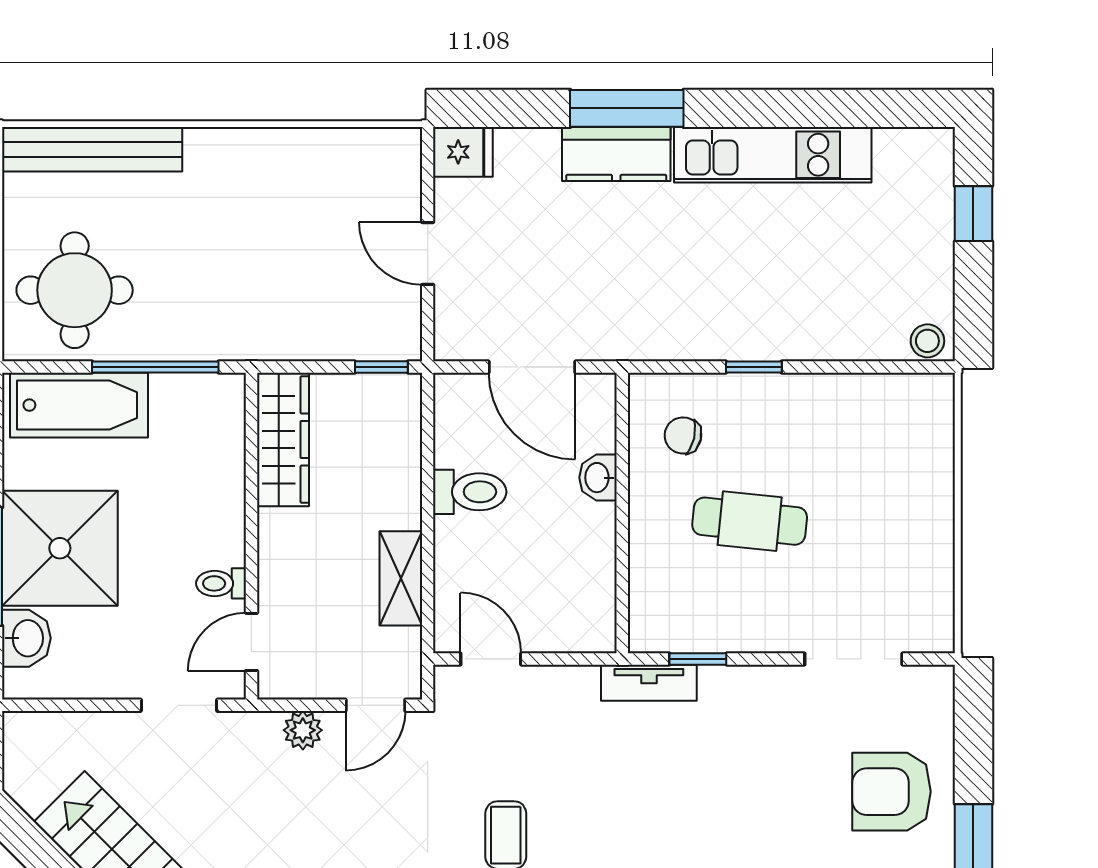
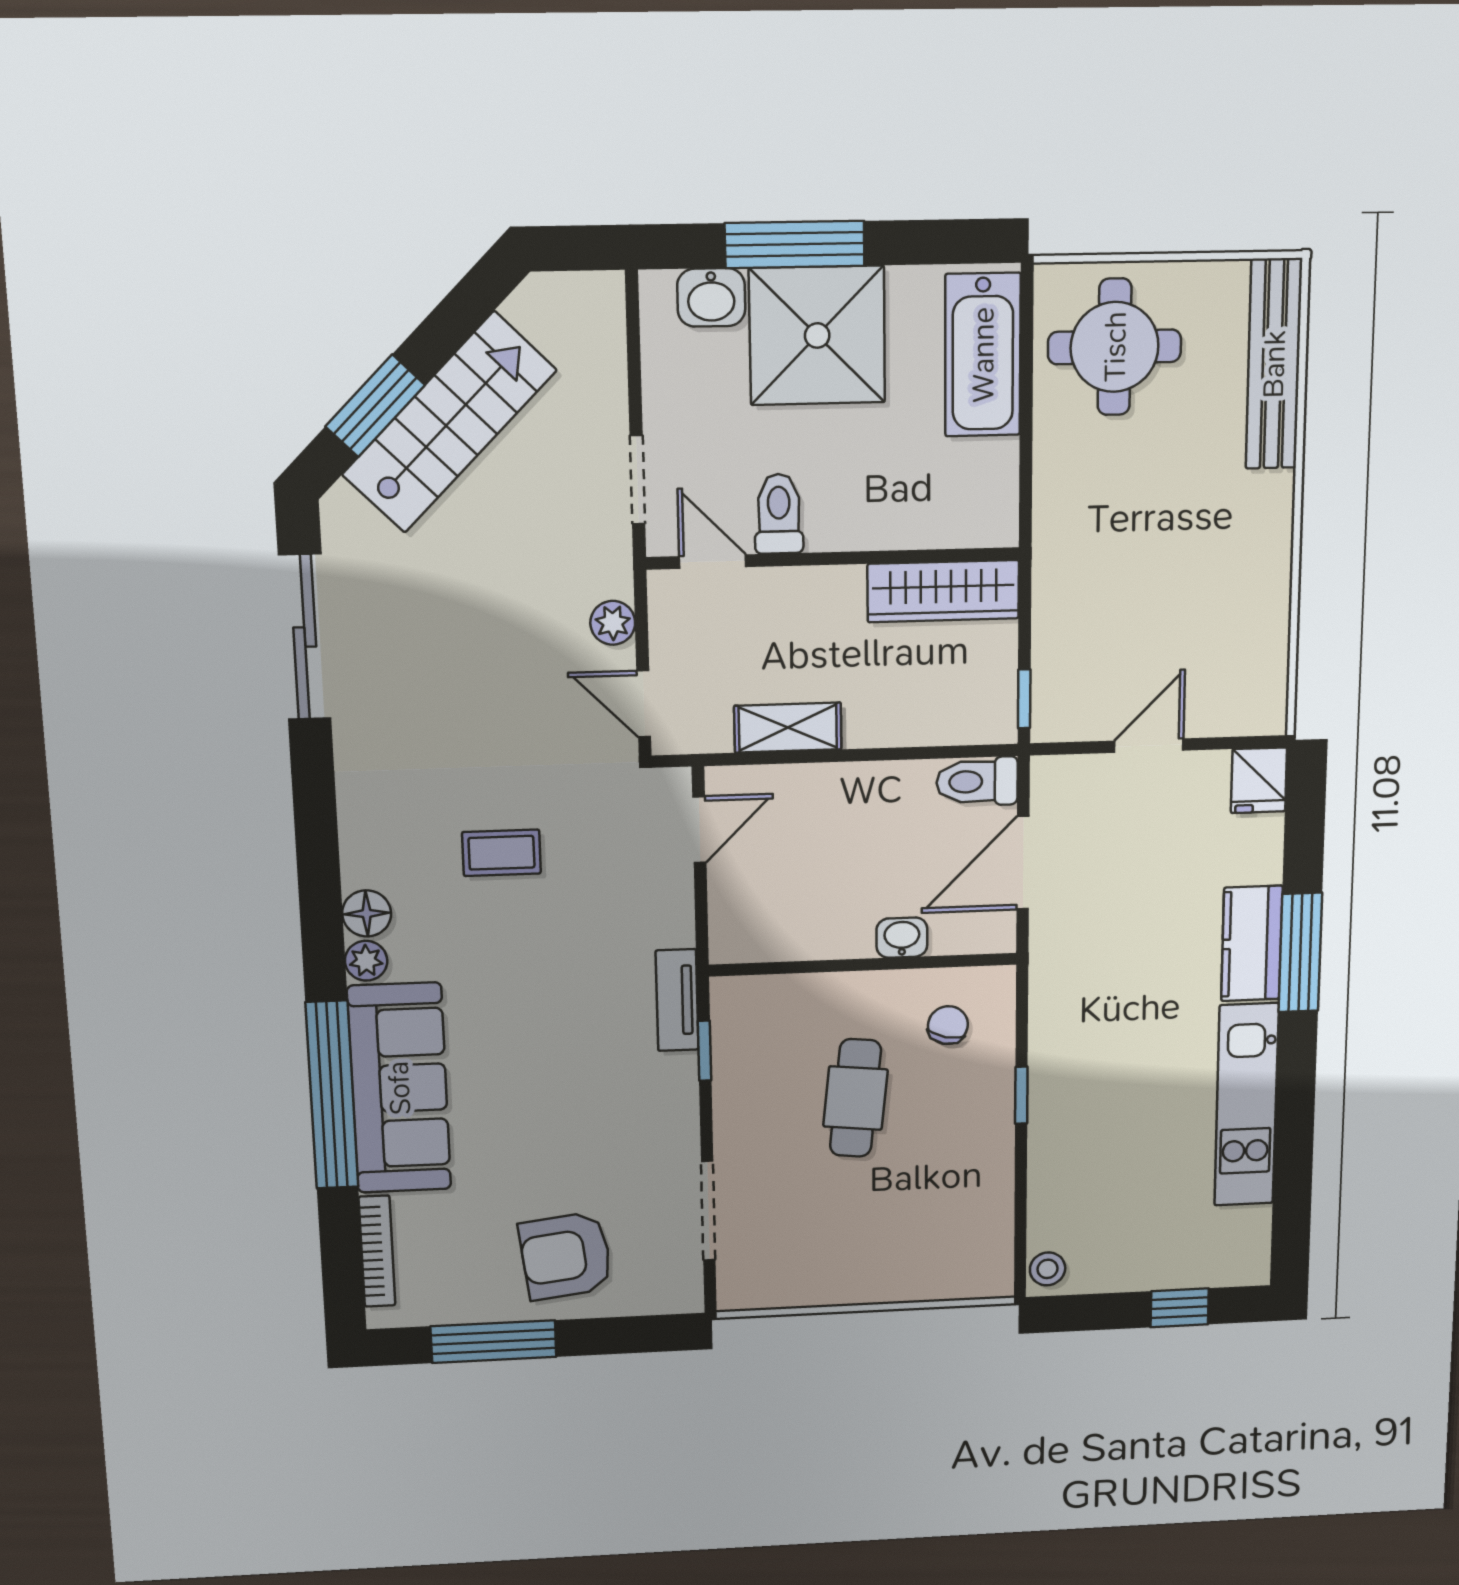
window: (155, 367) -> (1026, 443), removed
toilet: (470, 492) -> (977, 782), moved, turned 90
toilet: (221, 583) -> (779, 514), width x1.37, depth x1.39
armchair: (891, 792) -> (566, 1256), turned -97

